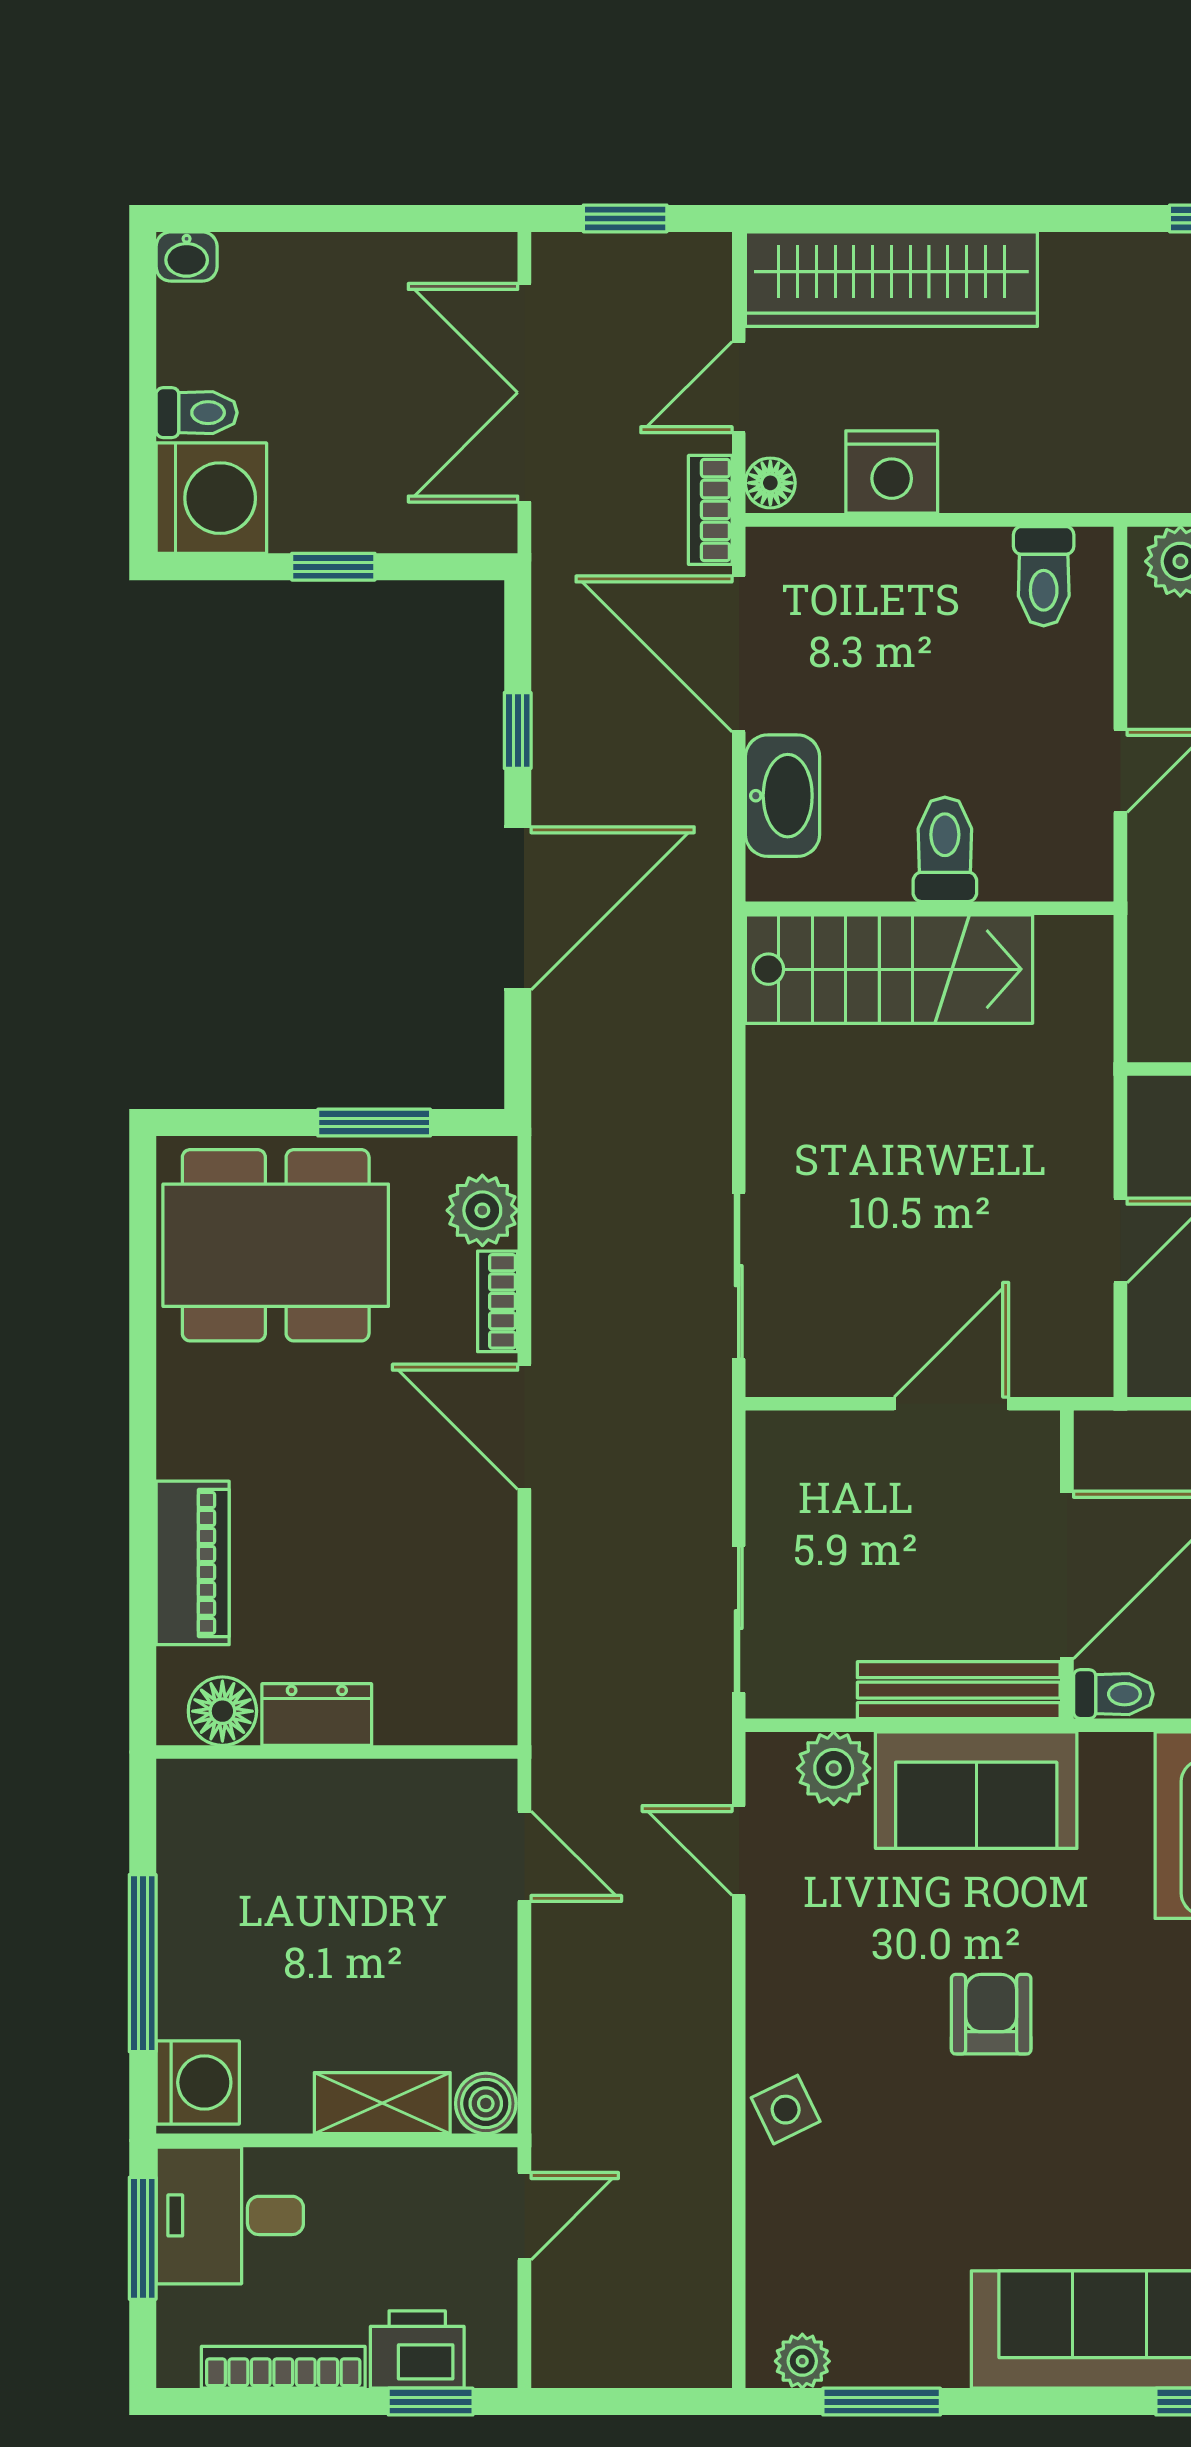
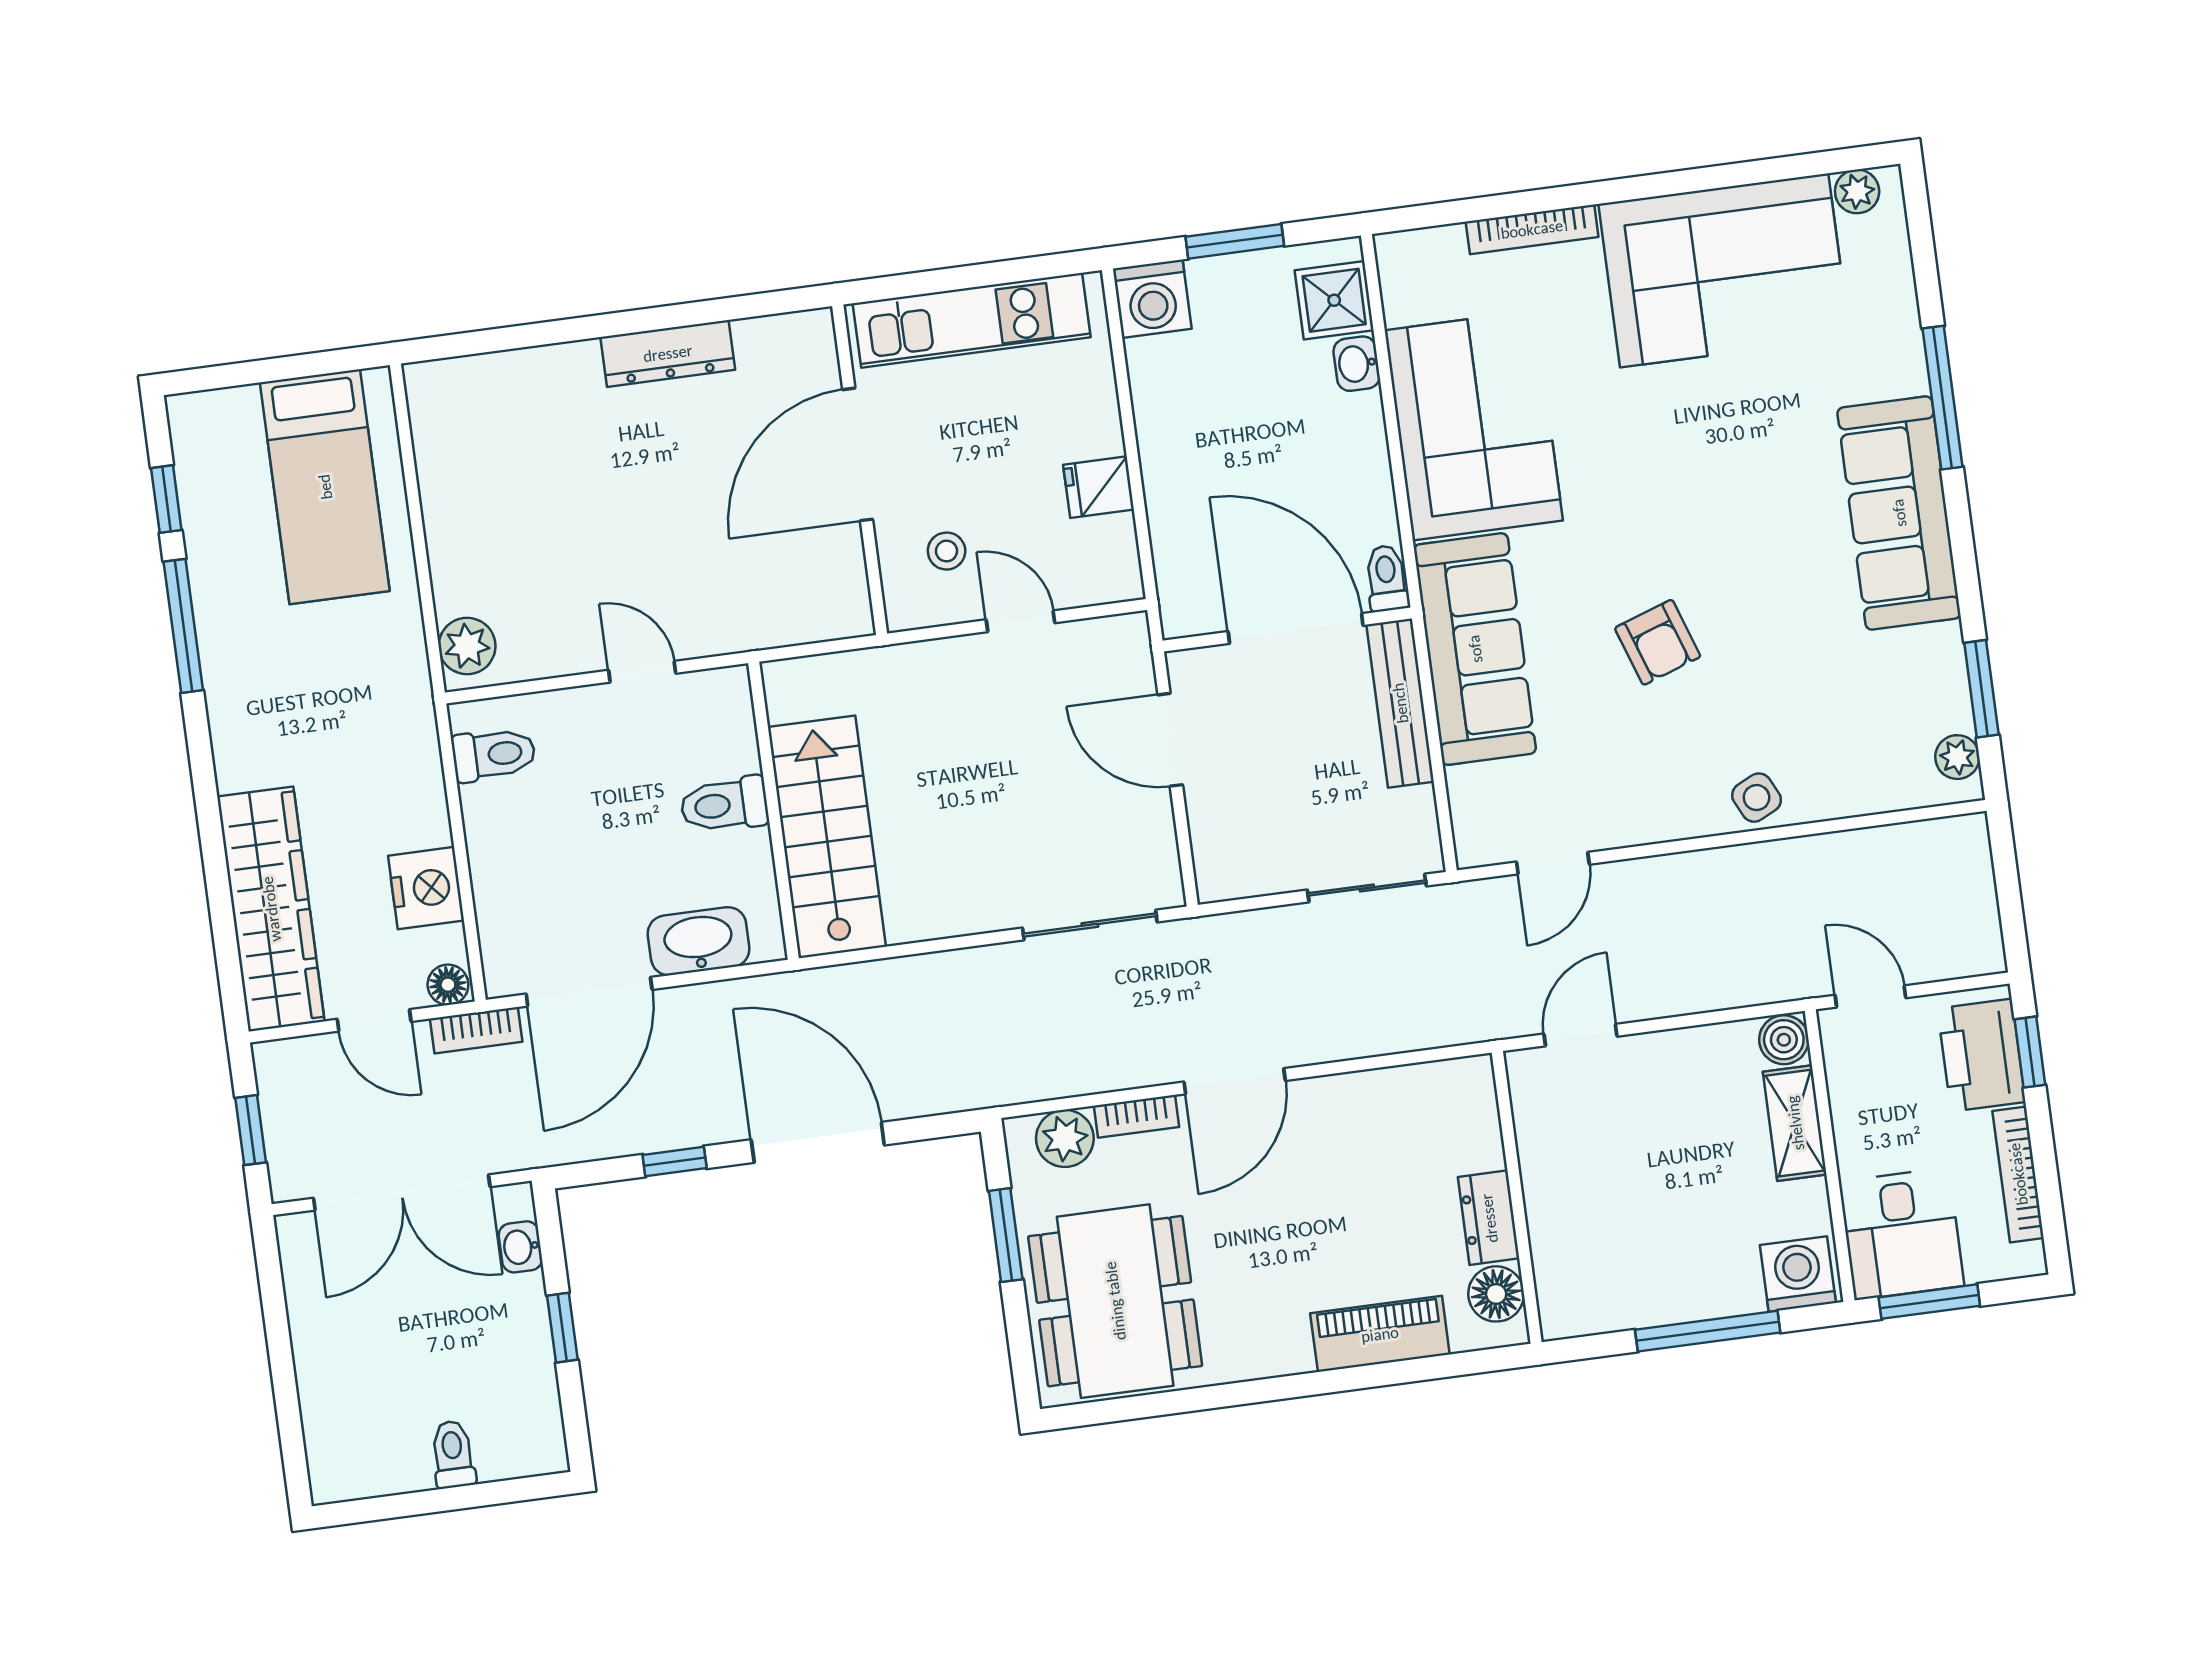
washbasin: (187, 257) -> (520, 1247), moved, turned 180
washing machine: (211, 498) -> (520, 1433), removed
plant: (834, 1768) -> (1477, 795), removed
sofa: (976, 1790) -> (1475, 649), width x1.36
armchair: (991, 2014) -> (1658, 642), turned -109
printer: (417, 2350) -> (1981, 1055), width x1.37, depth x1.19

